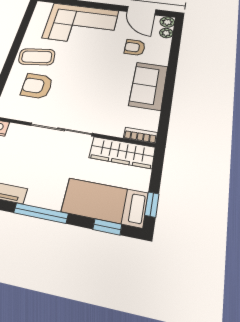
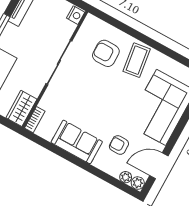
armchair: (135, 47) -> (119, 145), turned -90
armchair: (37, 86) -> (106, 53), turned -90
wardrobe: (122, 152) -> (21, 108), width x0.67

